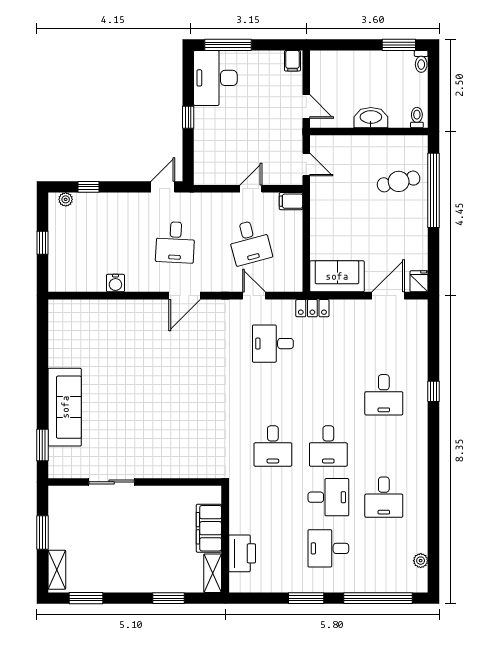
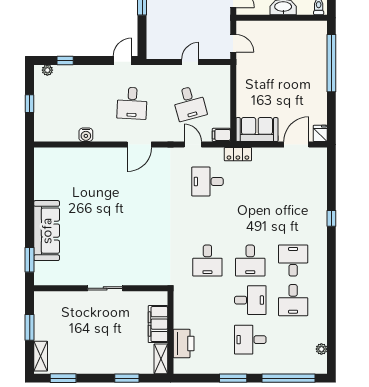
cafe table: (399, 181) -> (304, 56), removed
filing cabinet: (291, 201) -> (221, 135), moved
desk: (384, 395) -> (293, 261), moved, turned 180
sliding door: (112, 482) -> (105, 288), moved

